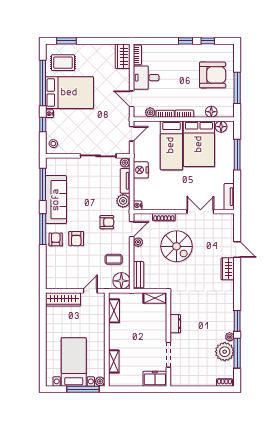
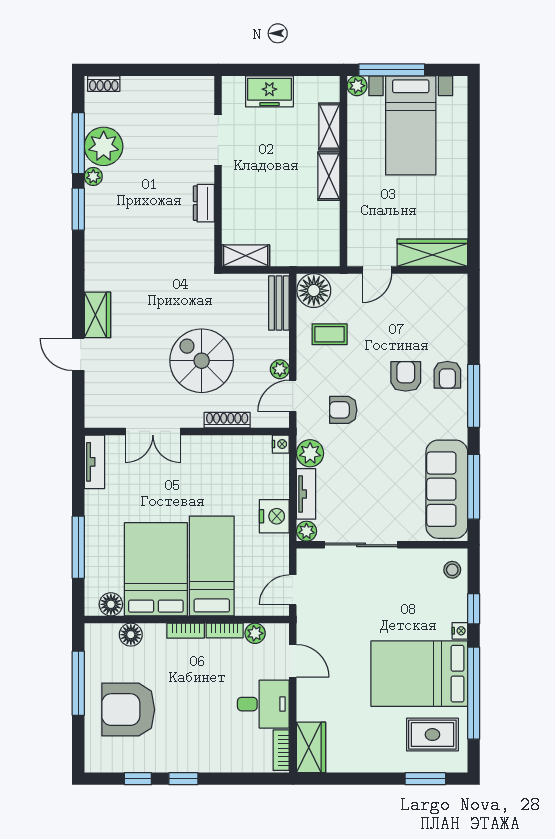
sofa: (56, 200) -> (447, 489), moved
shelving: (114, 311) -> (329, 176), moved
freezer: (155, 379) -> (269, 91), moved

